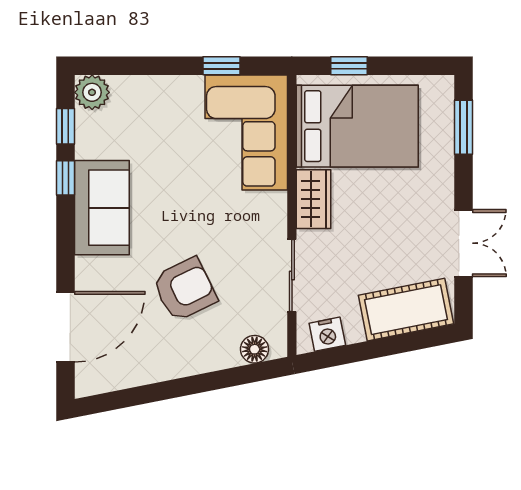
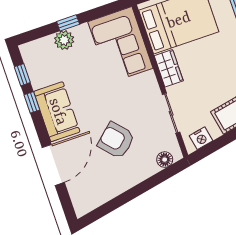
window: (221, 66) -> (68, 23), moved
plant: (92, 92) -> (64, 40), moved
armchair: (185, 289) -> (116, 140), turned -106
door: (65, 327) -> (53, 165), moved

